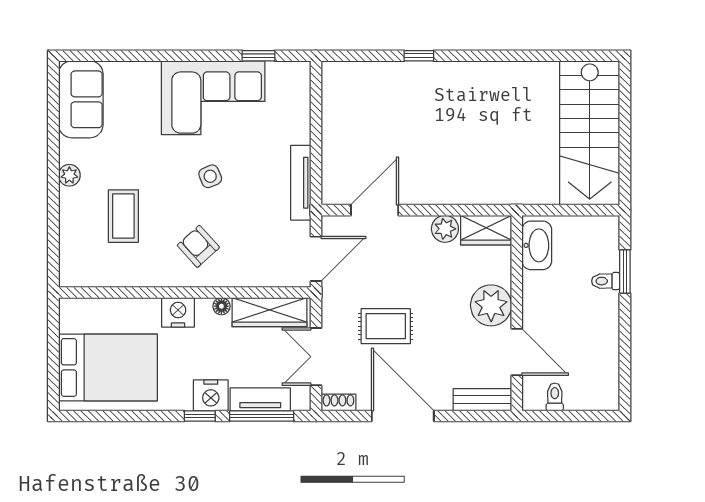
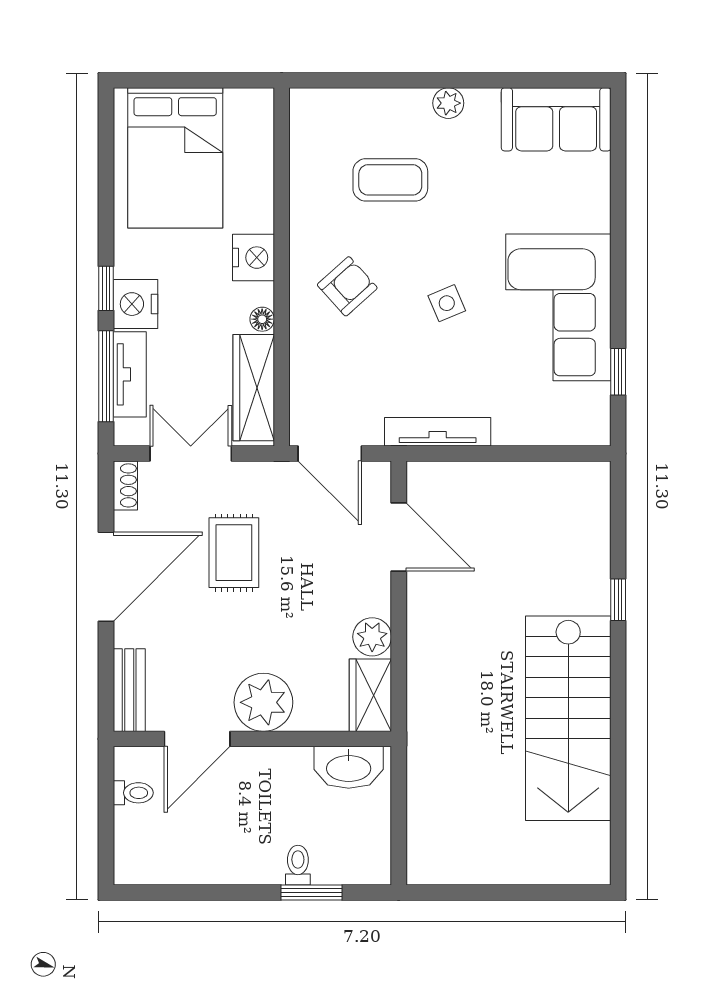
stairs: (590, 133) -> (568, 718), moved, turned -90

